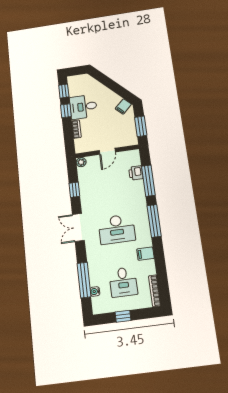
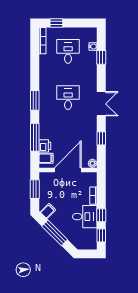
window: (113, 86) -> (55, 233), added
door: (107, 151) -> (68, 170), width x1.88
window: (154, 221) -> (35, 100), width x0.69
desk: (117, 229) -> (68, 98), width x0.73
filing cabinet: (145, 254) -> (46, 158), moved
window: (84, 280) -> (101, 57), width x0.46
window: (123, 316) -> (56, 23), moved

